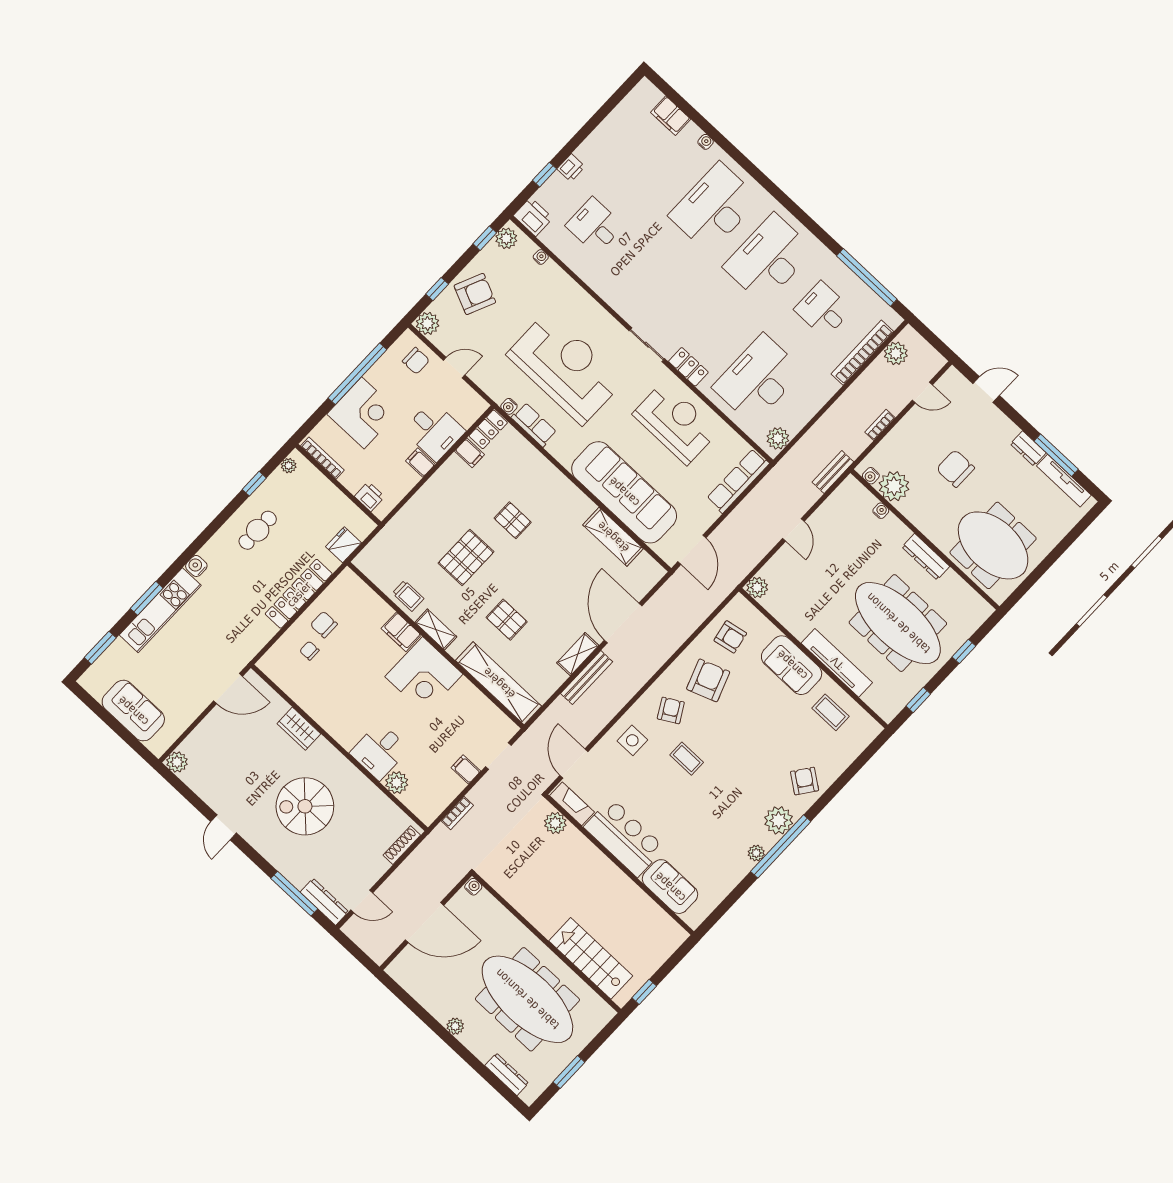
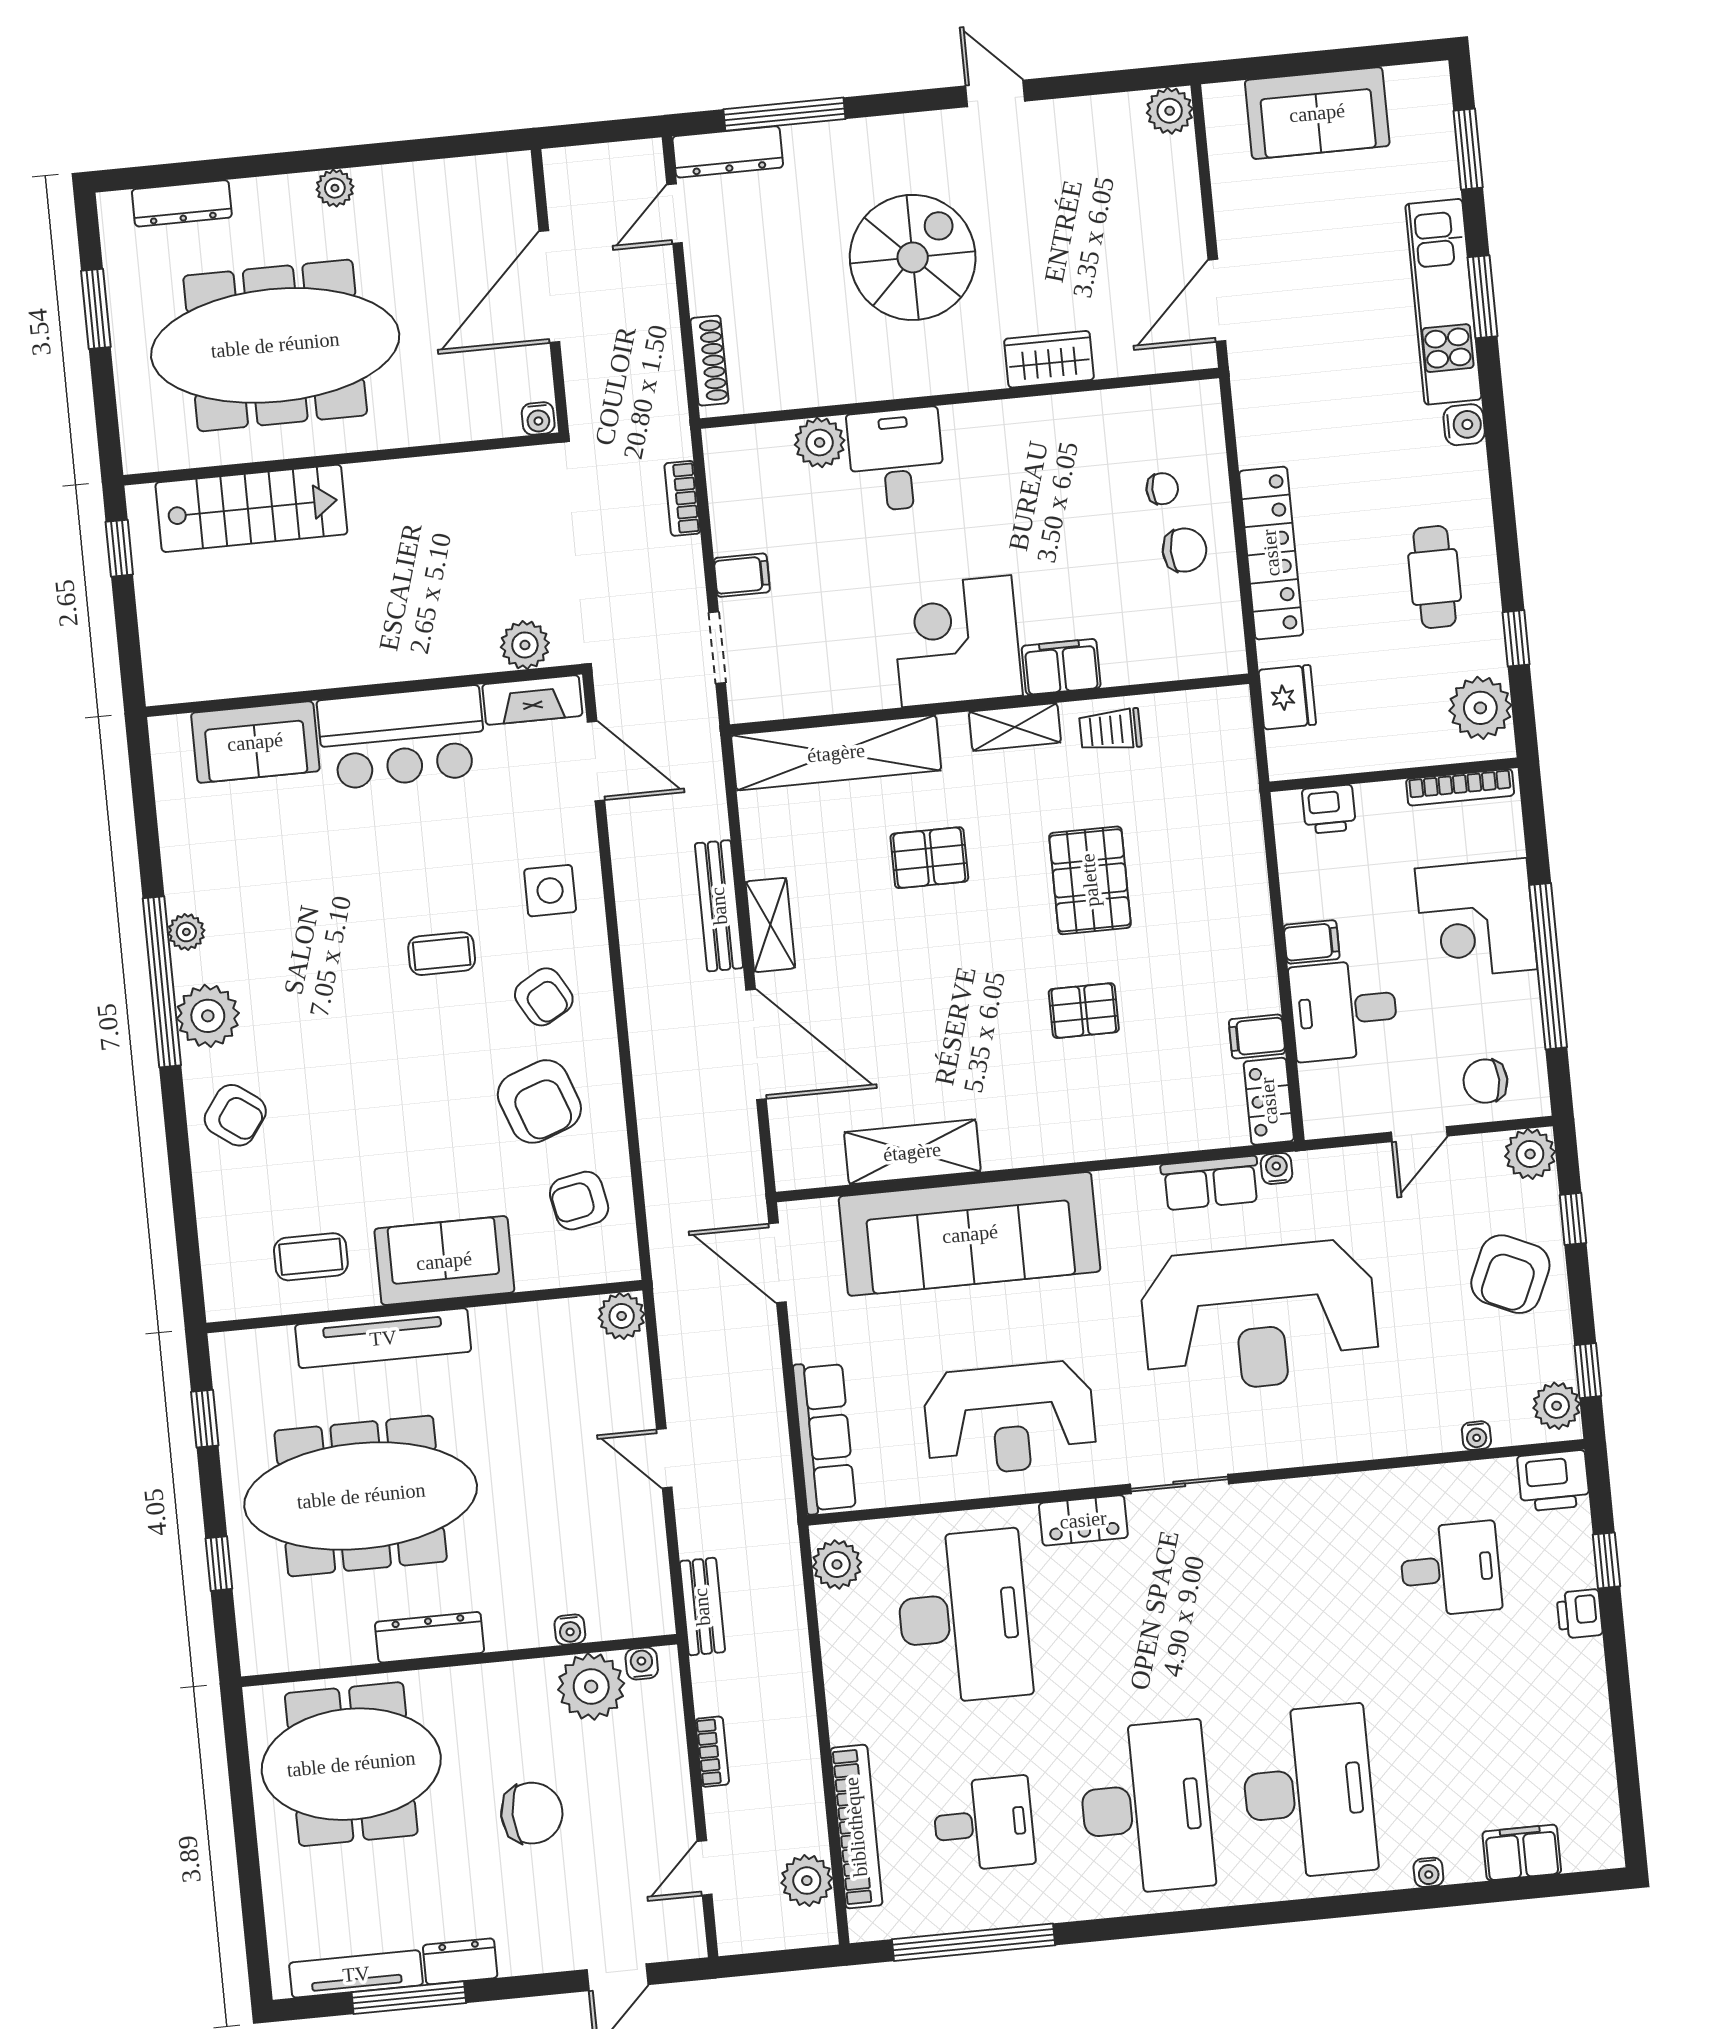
plant: (289, 466) -> (1480, 708), width x1.88, depth x1.88

